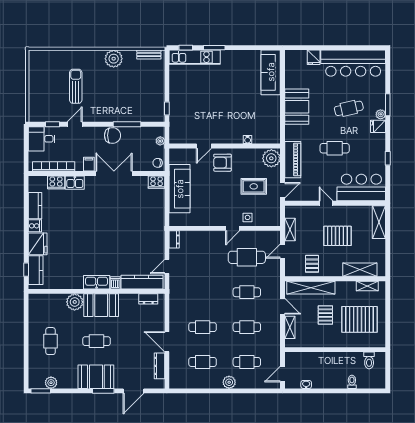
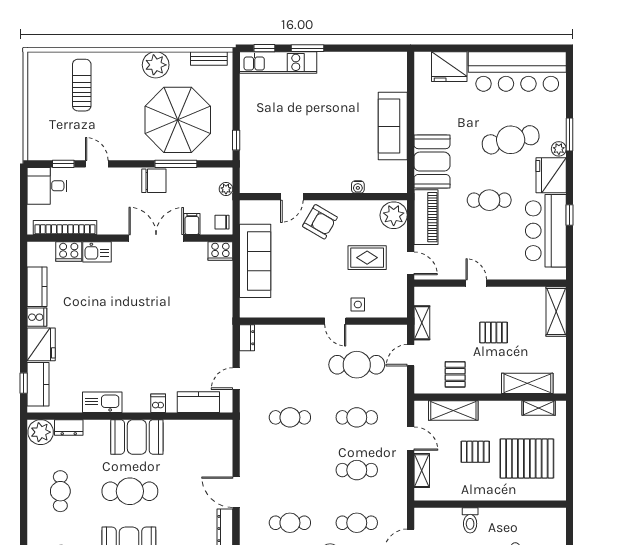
fridge: (314, 57) -> (449, 67), width x1.88, depth x1.34
sofa: (271, 72) -> (393, 126), moved
sun lounger: (76, 86) -> (82, 85), moved
parasol: (128, 95) -> (178, 120), added
booth: (297, 107) -> (432, 162), moved
cafe table: (349, 108) -> (511, 140), width x1.37, depth x1.35
door: (75, 124) -> (97, 164), hinge flipped
fridge: (378, 126) -> (551, 175), width x1.88, depth x1.34
armchair: (222, 163) -> (320, 222), turned -150
filing cabinet: (89, 164) -> (192, 224), moved
bar counter: (361, 188) -> (546, 231), moved, turned -90
door: (283, 190) -> (411, 263), hinge flipped
door: (233, 228) -> (335, 321), hinge flipped
pallet: (337, 236) -> (494, 332), width x0.67, depth x0.71
kitchen sink: (97, 282) -> (102, 402), moved
kitchen counter: (142, 282) -> (198, 402), width x0.67
shelving: (311, 288) -> (453, 410), width x0.68
dresser: (148, 299) -> (69, 427), moved
plant: (75, 302) -> (41, 432), moved
pallet: (325, 315) -> (475, 452), turned 90
cafe table: (203, 327) -> (290, 417), moved
cafe table: (97, 341) -> (130, 491), width x1.37, depth x1.35
toilet: (369, 360) -> (470, 520), moved

